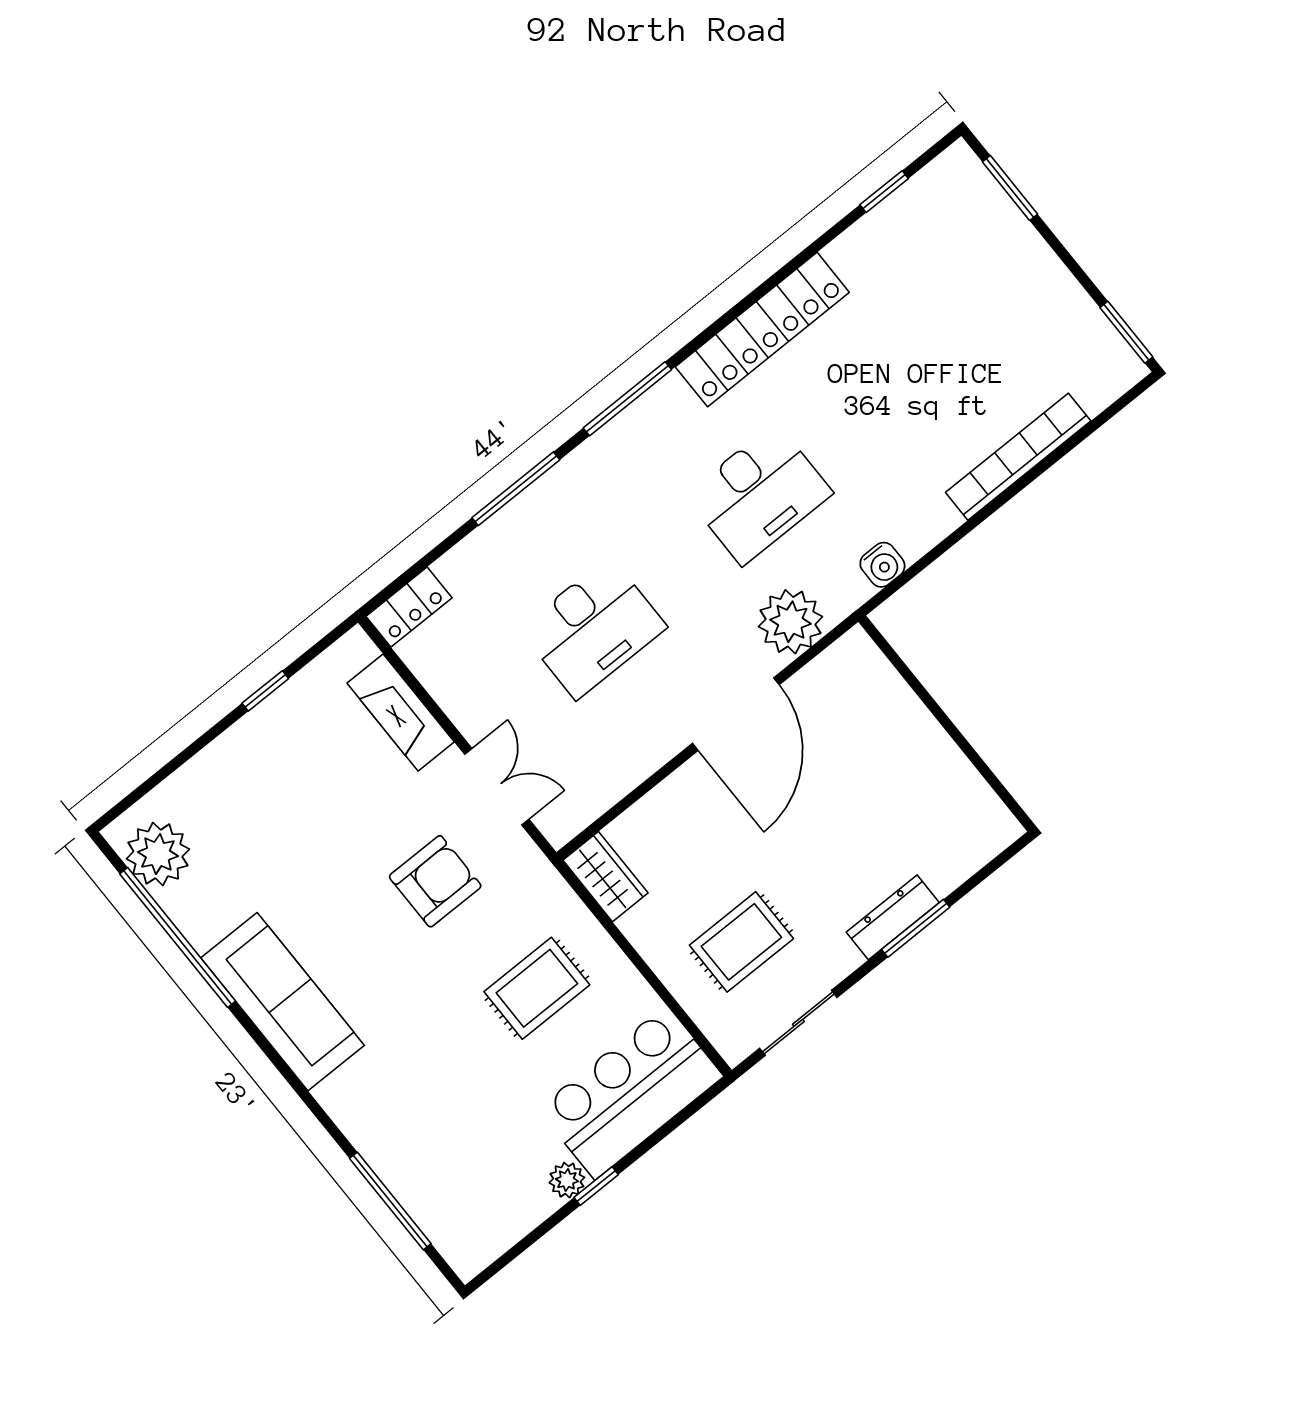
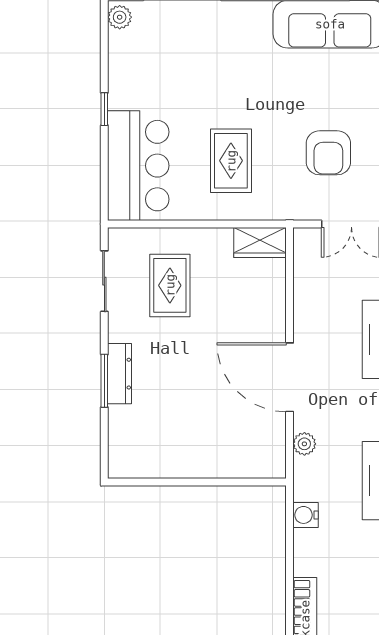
plant: (790, 622) -> (304, 444), width x0.53, depth x0.53
plant: (567, 1180) -> (120, 17), moved

